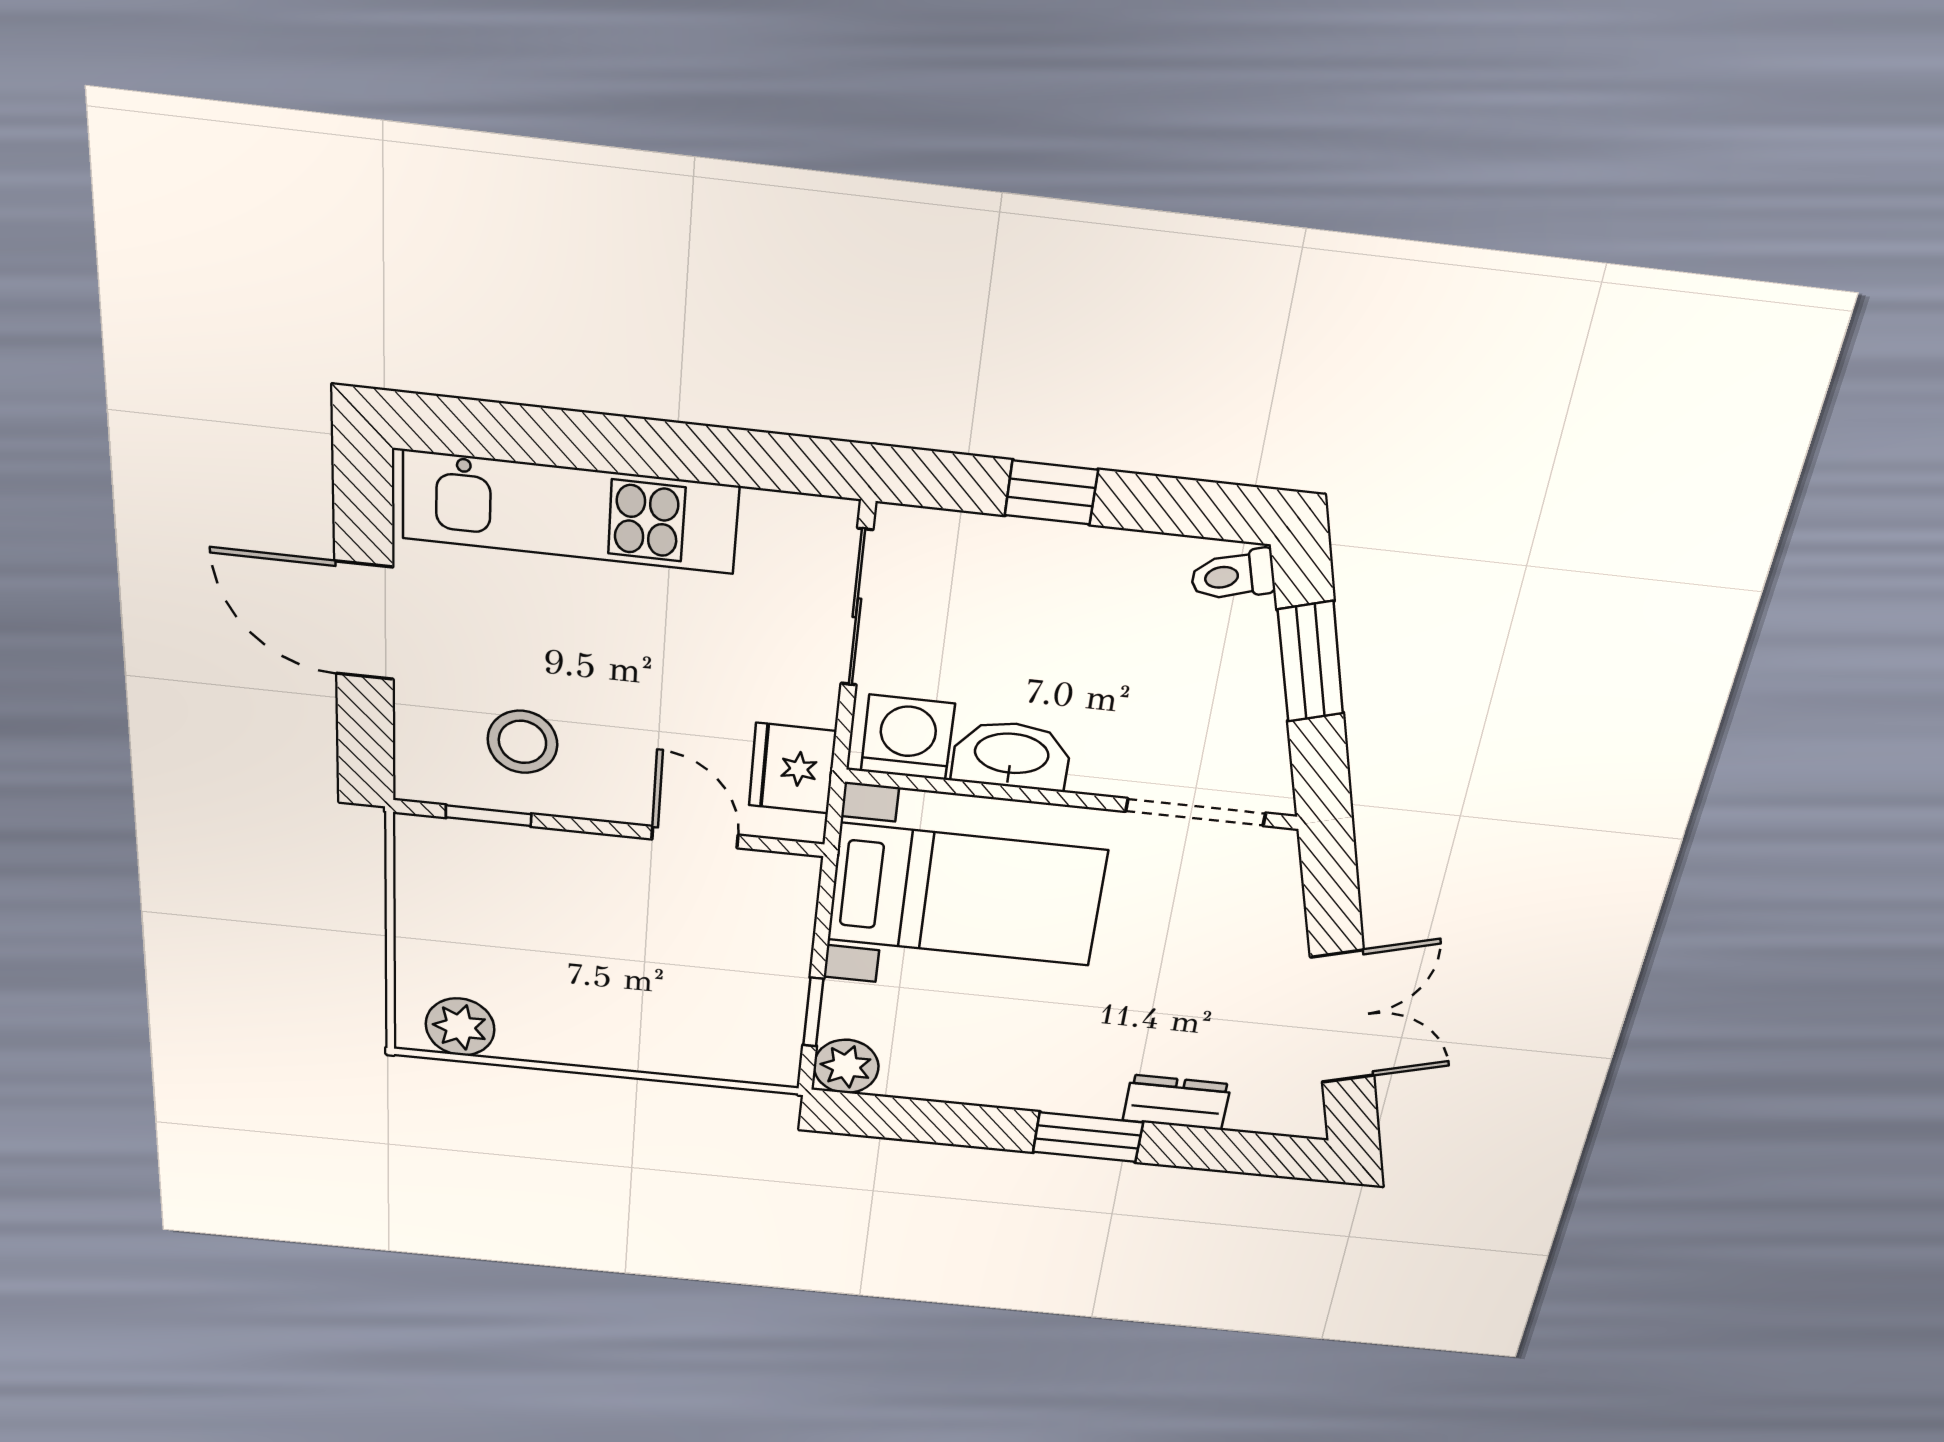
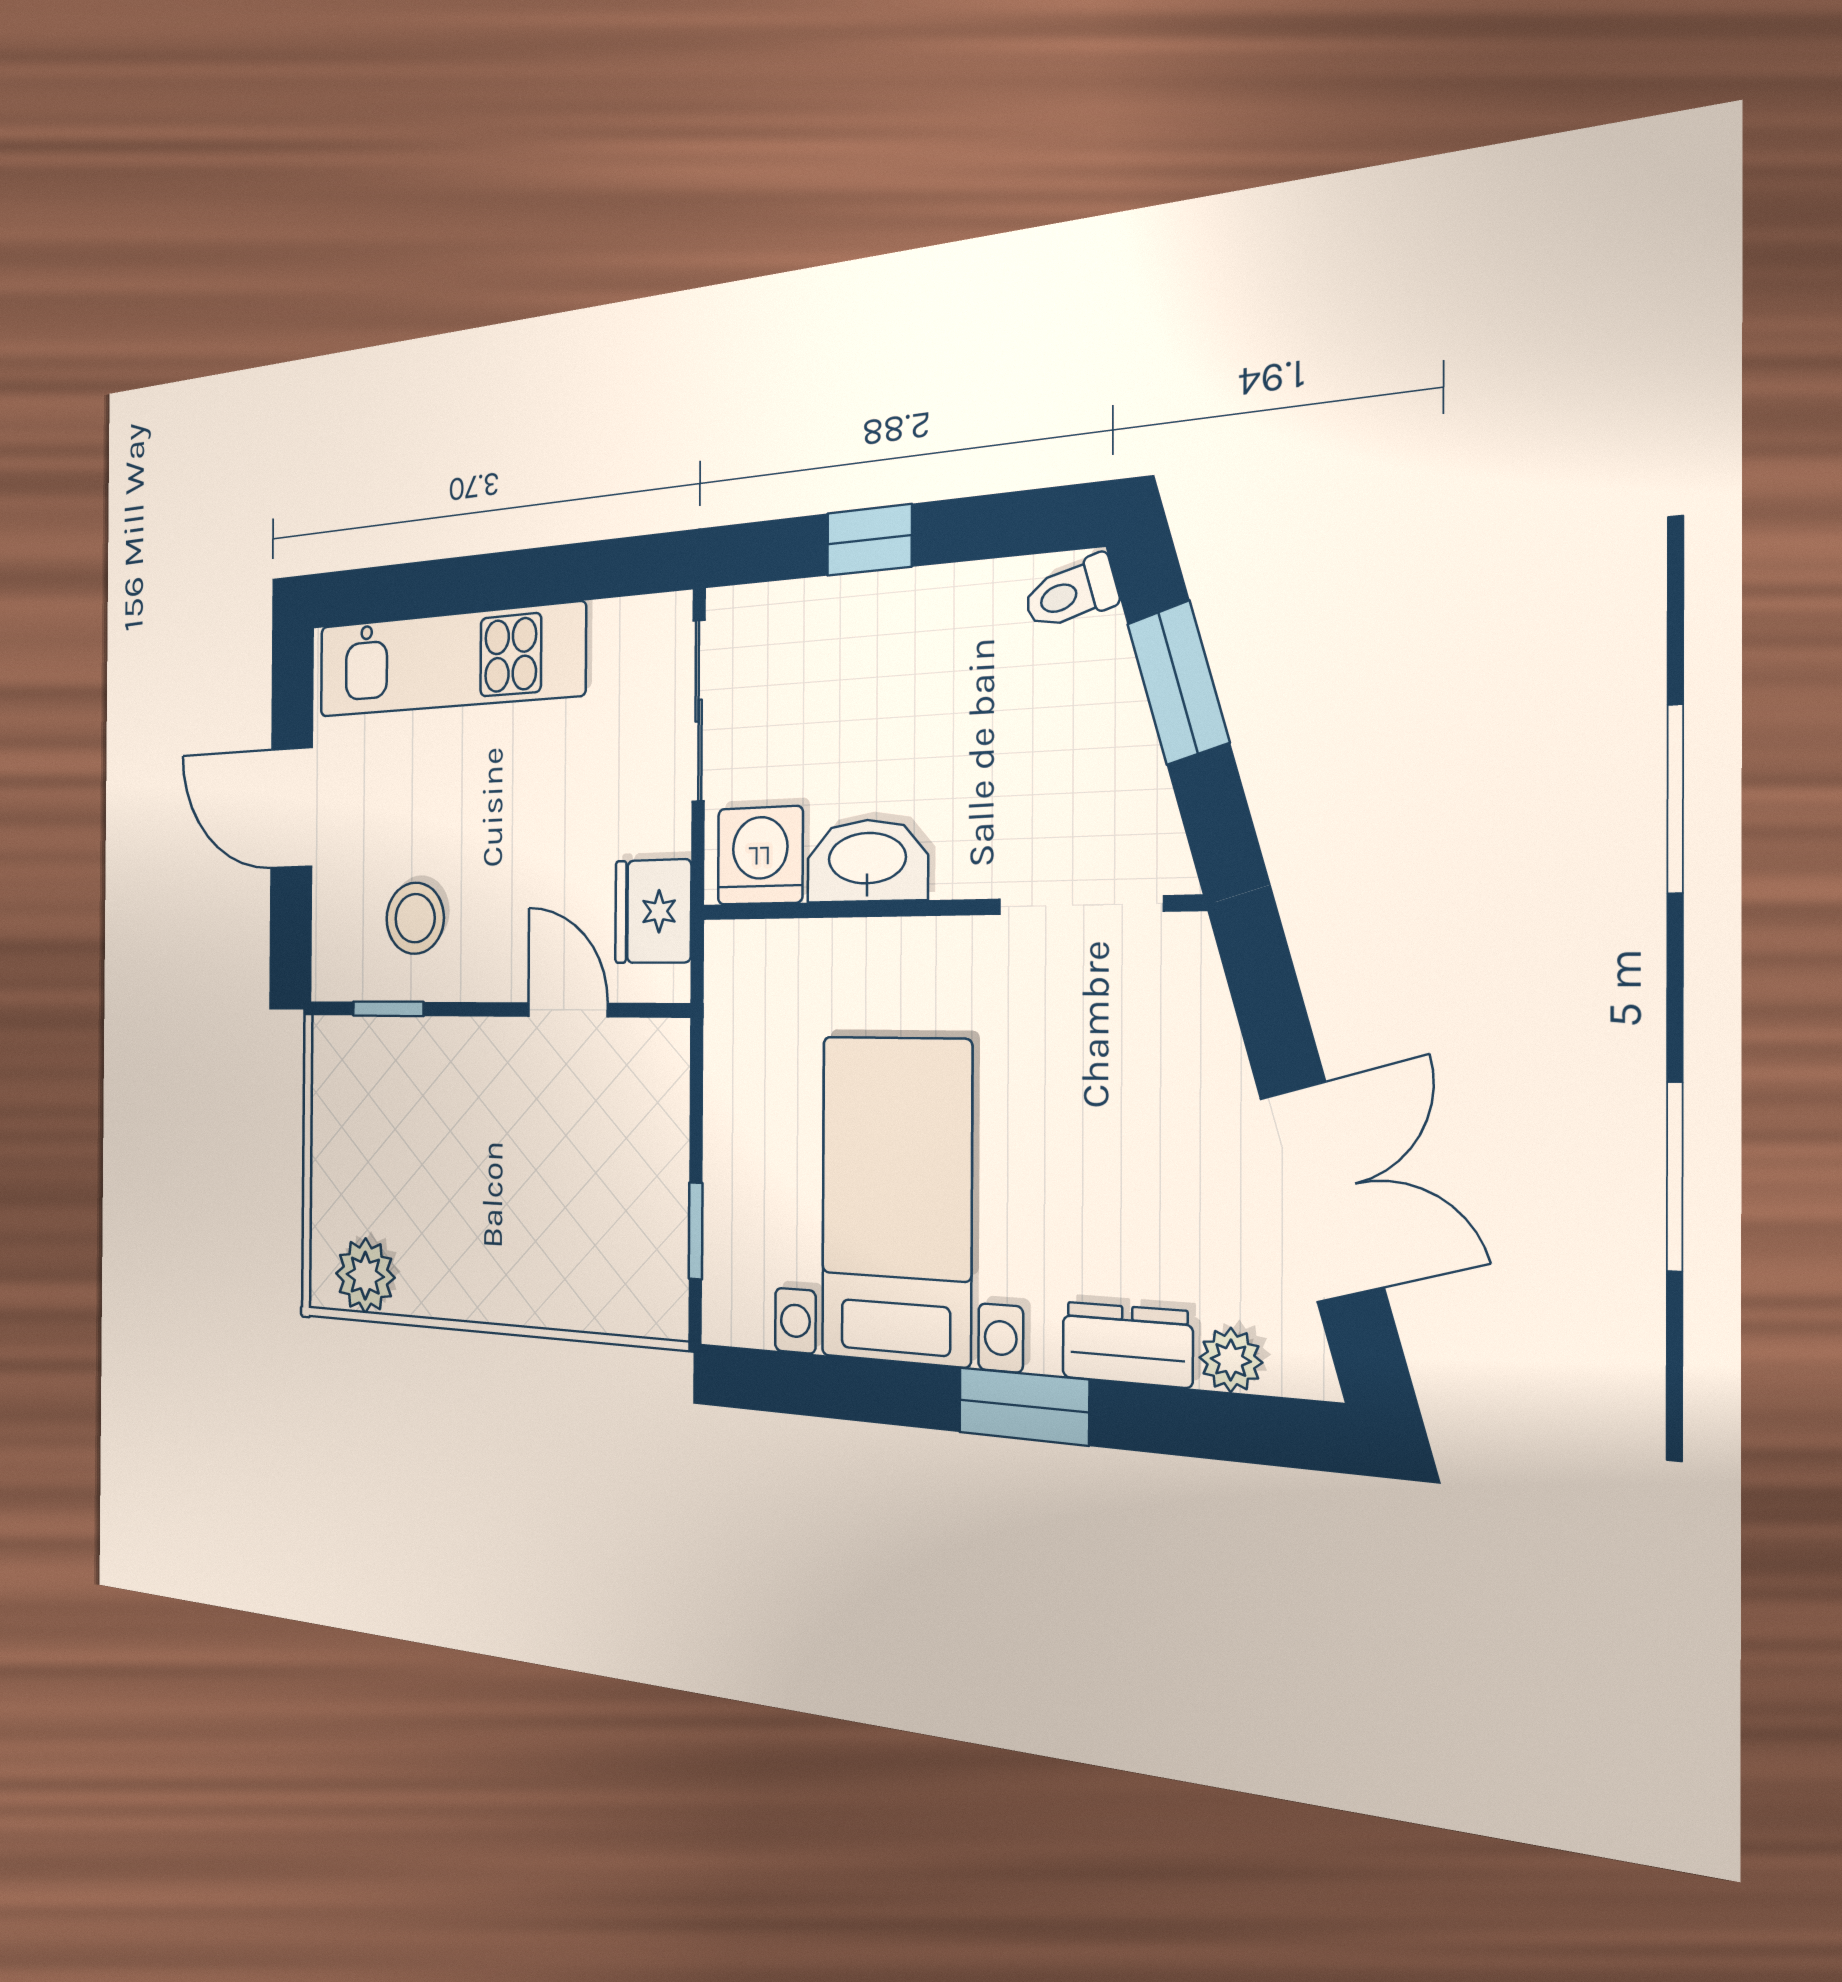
bed with nightstands: (966, 895) -> (896, 1200), moved, turned -90
plant: (846, 1066) -> (1231, 1360), moved, width x0.73, depth x0.73

